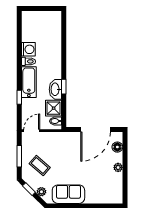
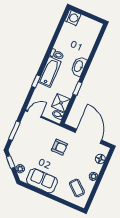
washing machine: (28, 49) -> (73, 18), moved
washbasin: (55, 89) -> (79, 66), moved
door: (96, 129) -> (88, 136), swing flipped
armchair: (71, 153) -> (59, 147), added
coffee table: (40, 165) -> (77, 188), moved

